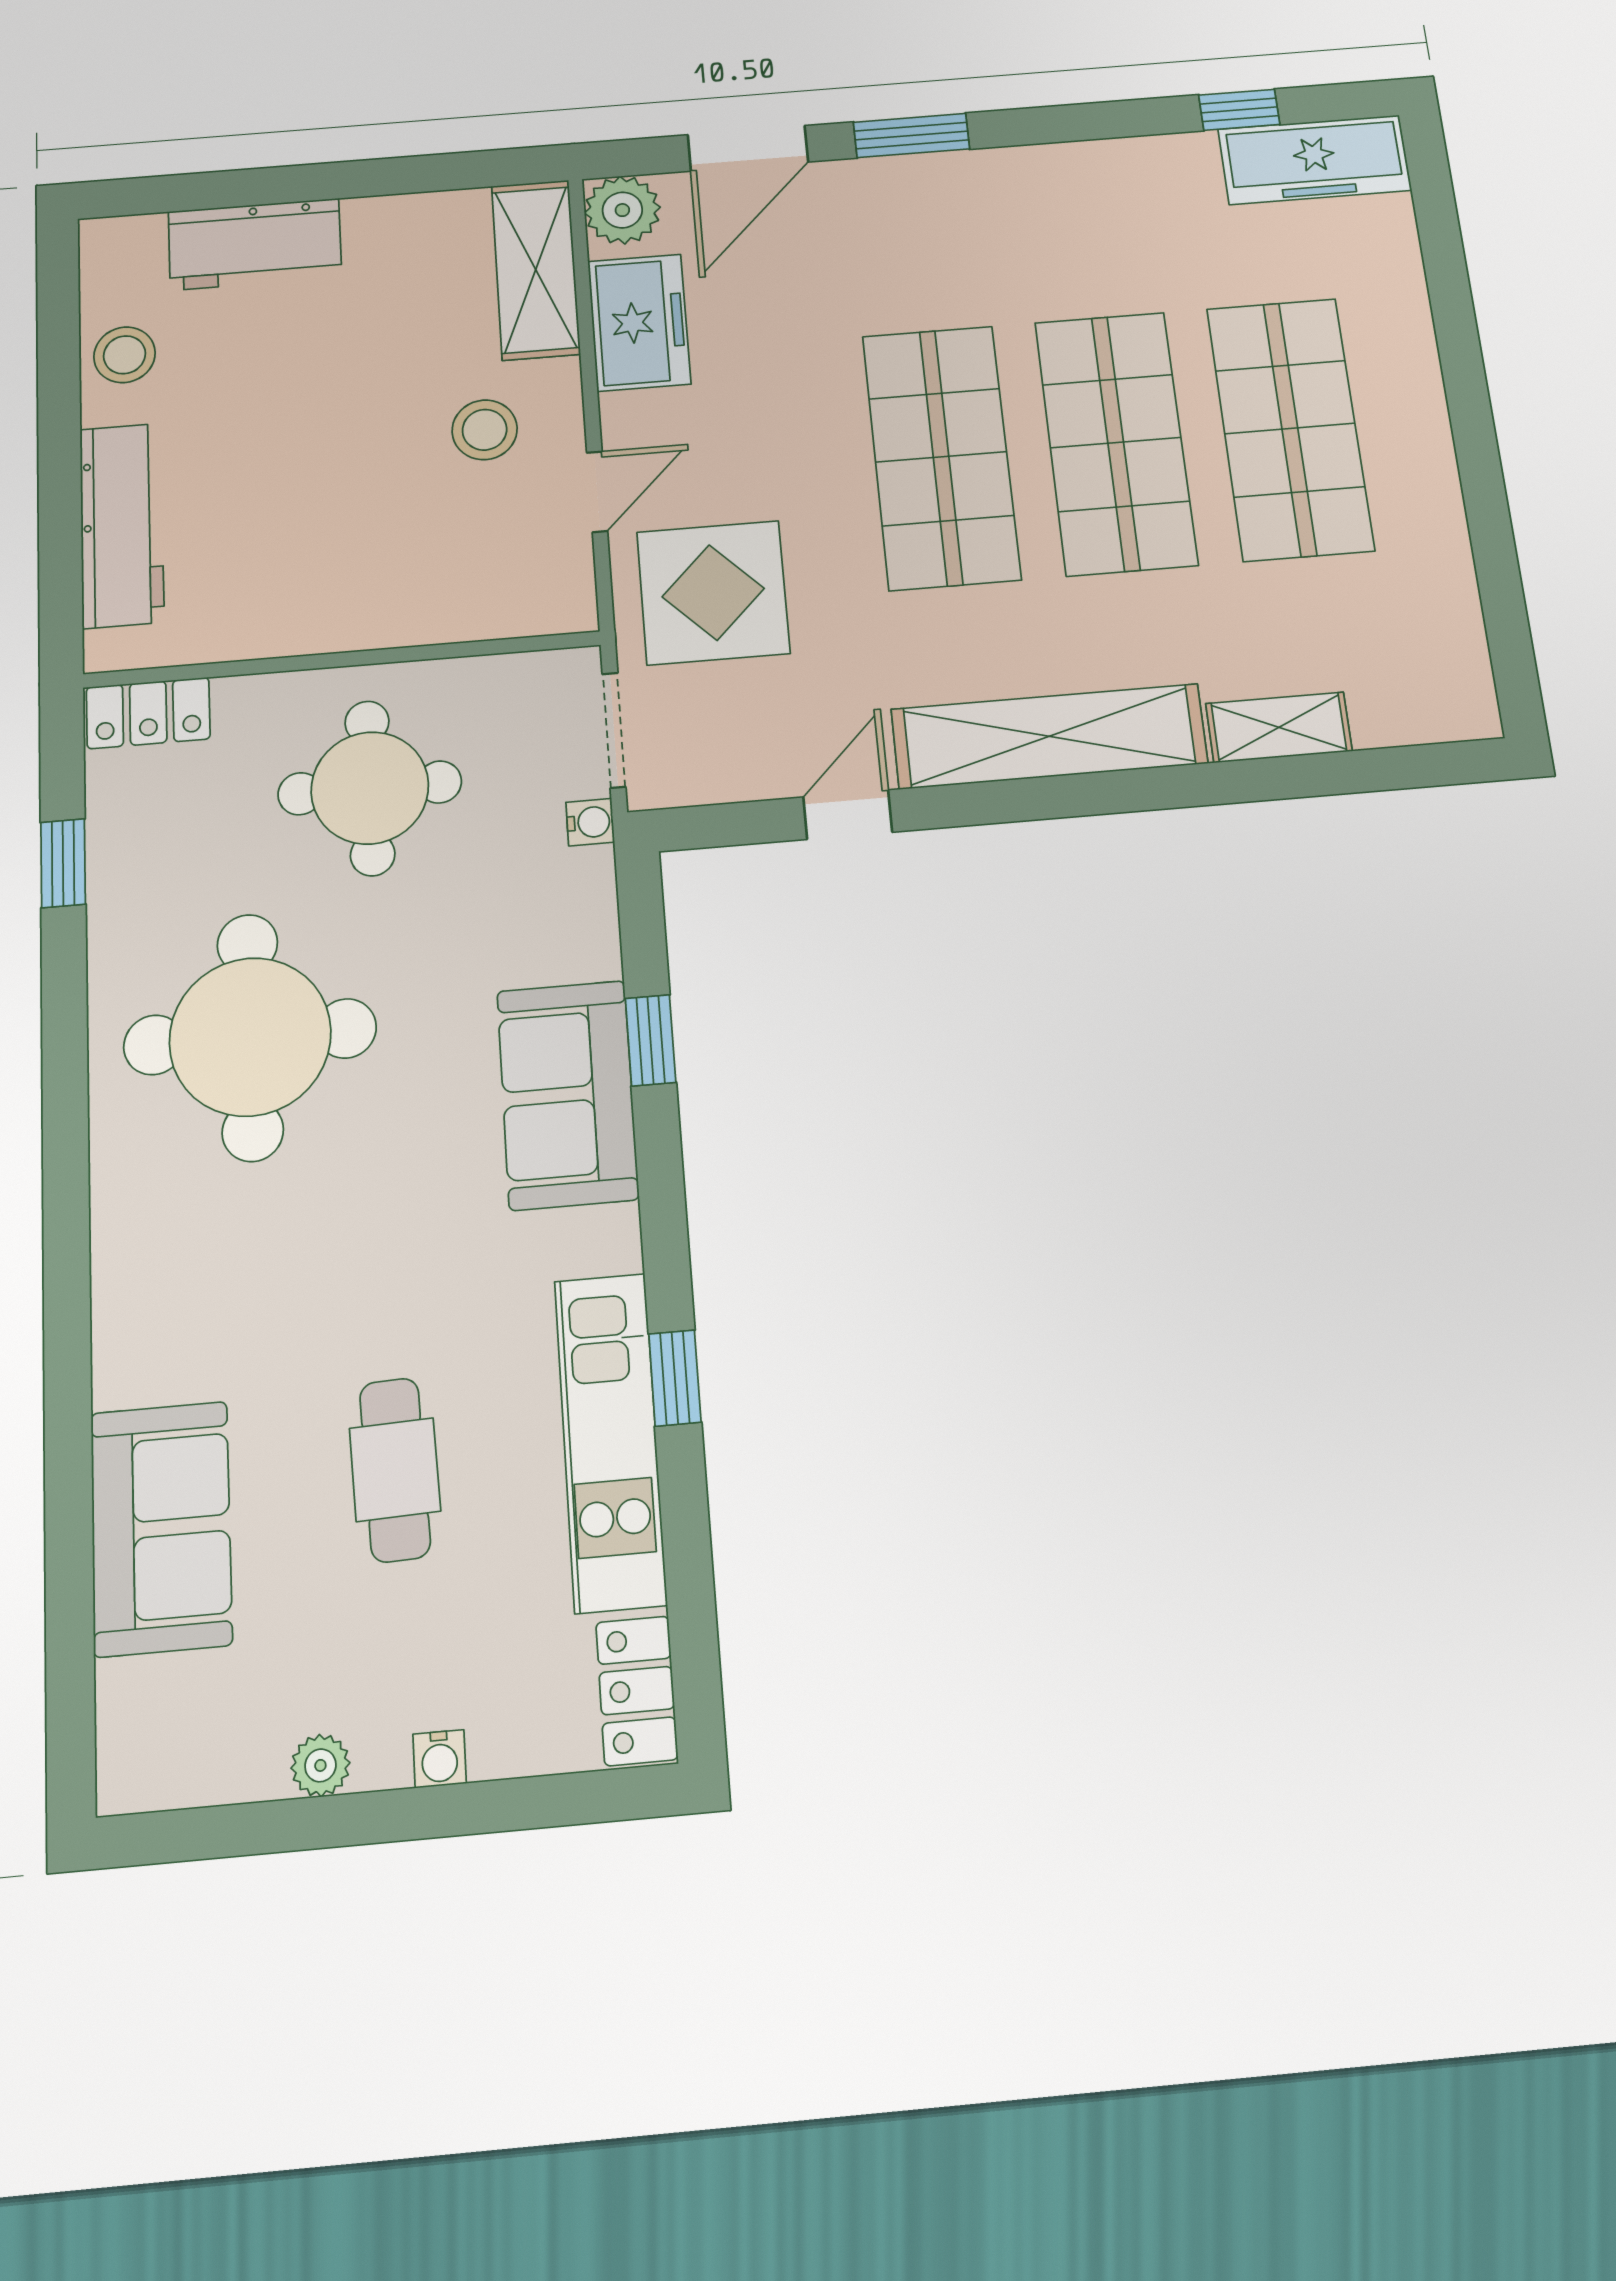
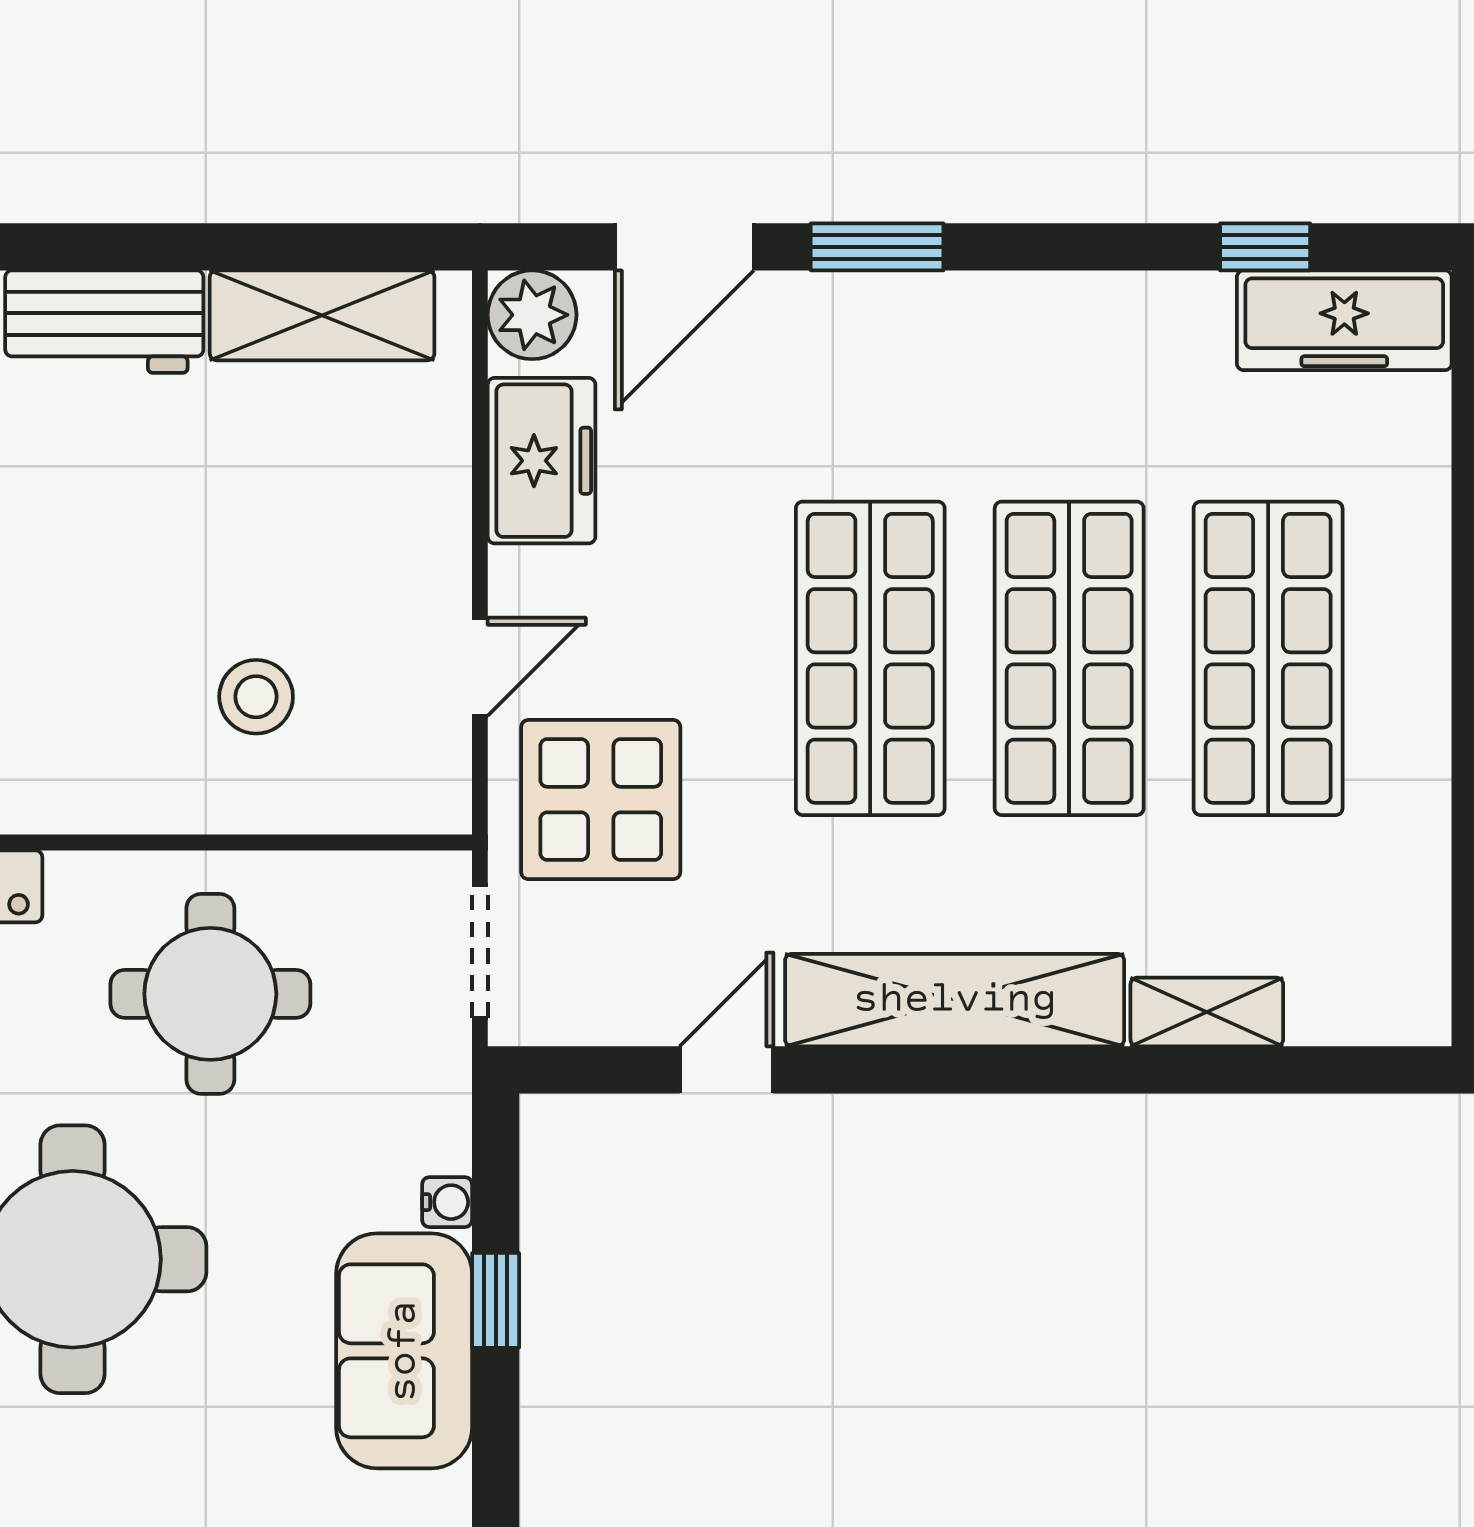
shelving: (536, 270) -> (322, 315), moved, turned 90
stool: (485, 430) -> (256, 697), moved
water cooler: (590, 822) -> (447, 1202), moved

